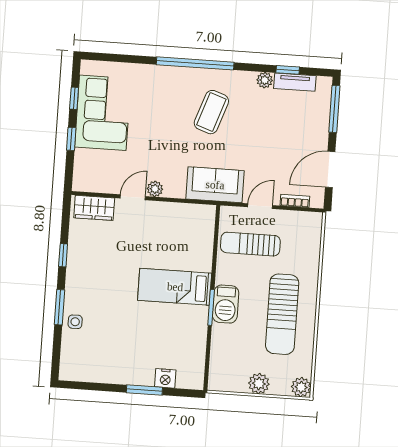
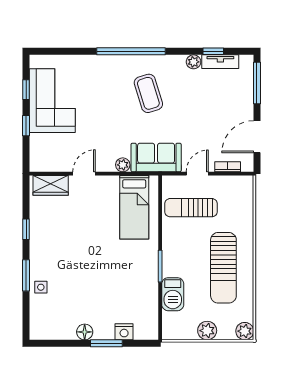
coffee table: (211, 112) -> (148, 93), turned -36
plant: (155, 189) -> (123, 165), moved
bed: (175, 287) -> (134, 207), moved, turned -90
barbecue: (226, 304) -> (173, 294), moved
floor lamp: (121, 376) -> (85, 332), added

